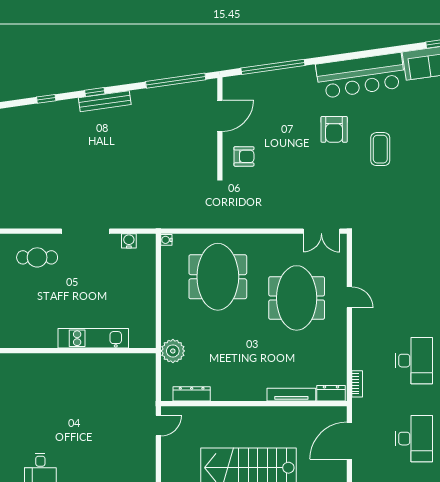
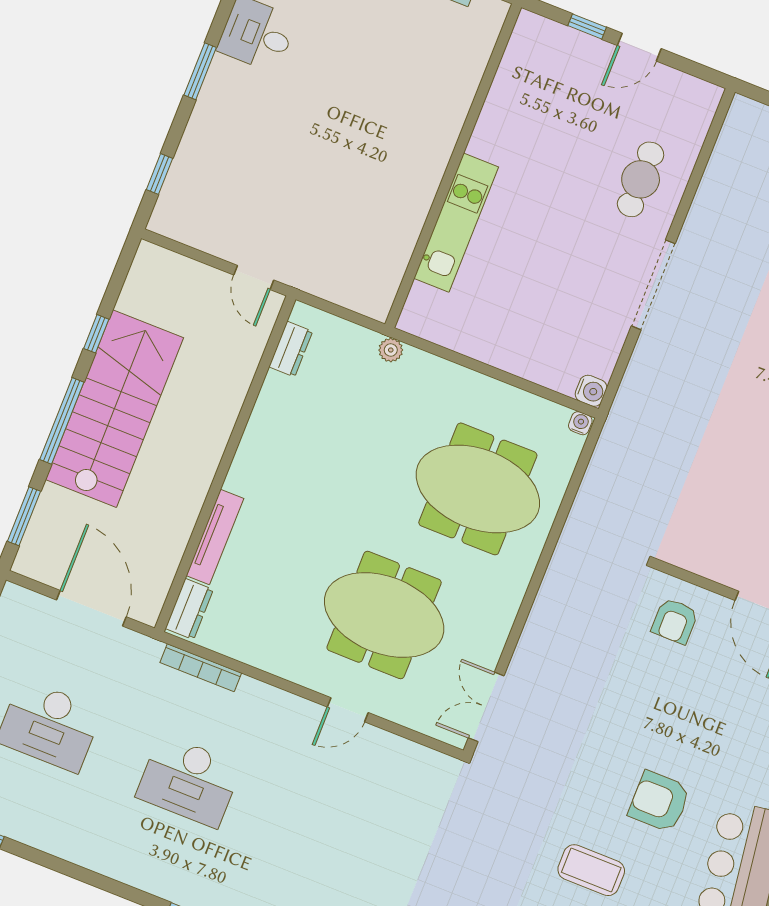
water cooler: (129, 241) -> (591, 391), moved
plant: (173, 351) -> (391, 350), width x0.53, depth x0.53
bookcase: (357, 384) -> (201, 668), width x1.56
dresser: (192, 394) -> (291, 349), width x0.70

